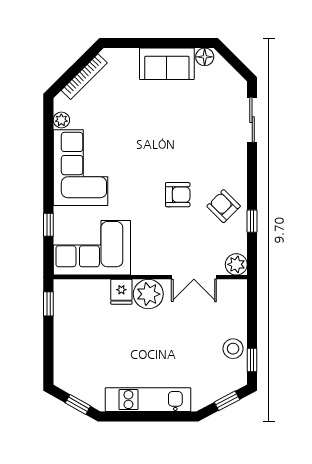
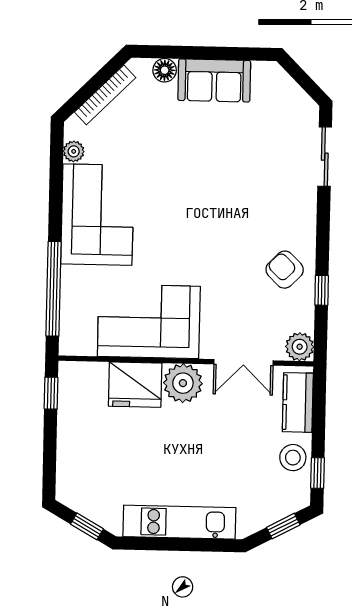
floor lamp: (205, 57) -> (165, 70), moved
armchair: (178, 195) -> (225, 253), removed
window: (48, 225) -> (53, 289), width x3.17
corner sofa: (92, 248) -> (149, 321), moved
fridge: (121, 292) -> (135, 385), width x1.88, depth x1.34
kitchen counter: (236, 307) -> (298, 402), added

